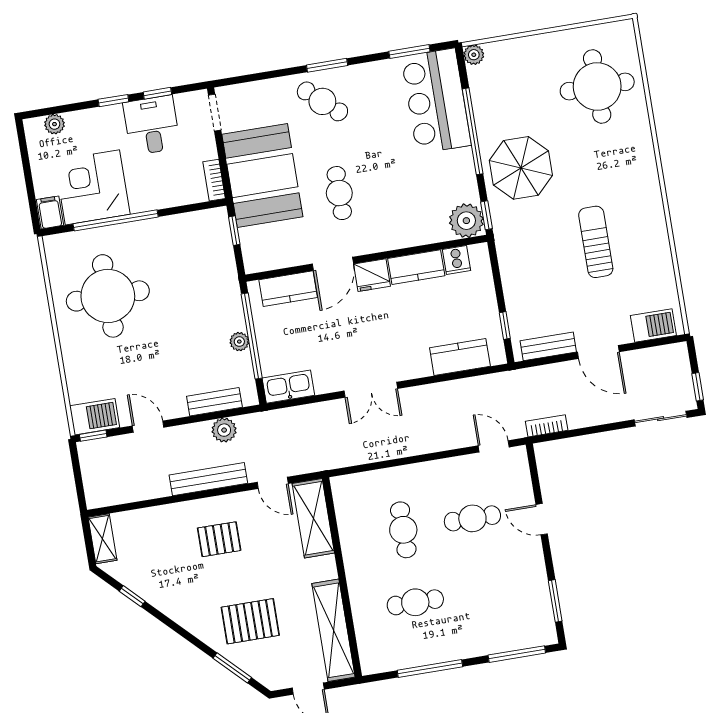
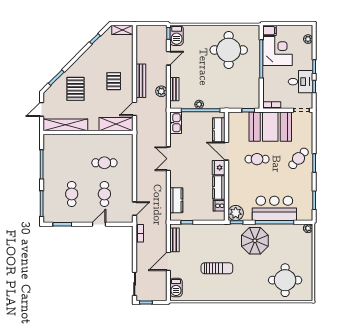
bar counter: (436, 101) -> (274, 208), moved
cafe table: (415, 602) -> (72, 194), moved

